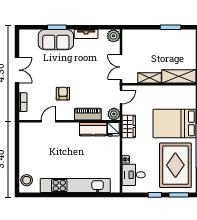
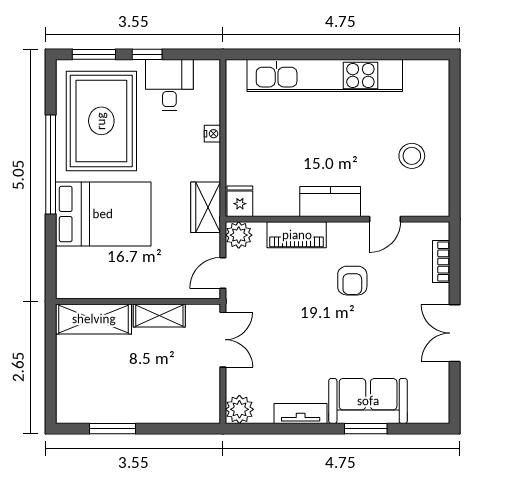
kitchen counter: (93, 129) -> (330, 201), moved
desk: (134, 175) -> (169, 85), moved, turned -90
stool: (27, 180) -> (412, 156), moved

